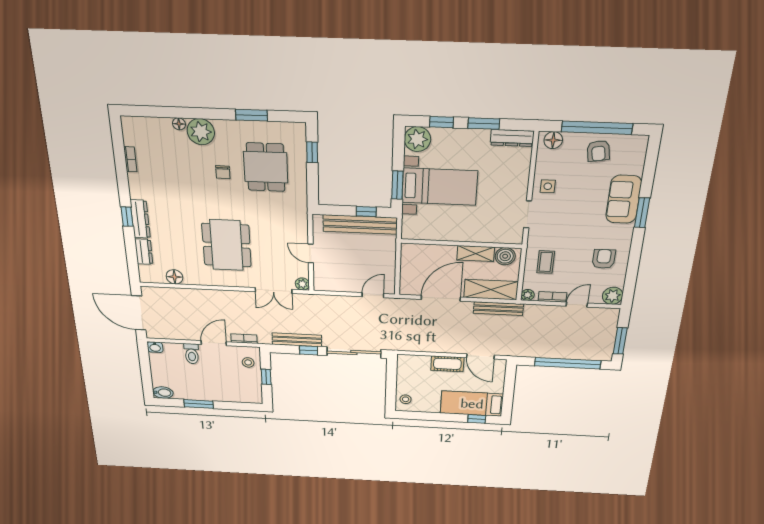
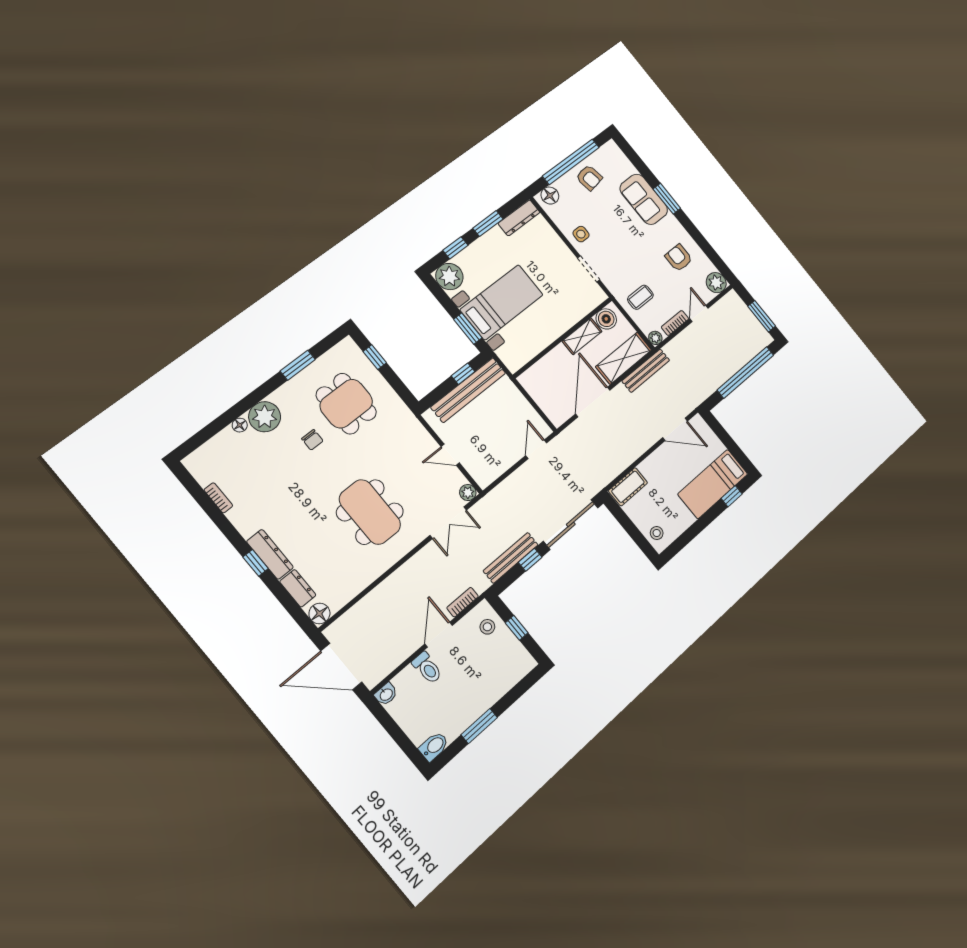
coffee table: (546, 262) -> (640, 297), turned 90
floor lamp: (174, 277) -> (319, 614), moved
cot: (447, 364) -> (628, 487), moved

